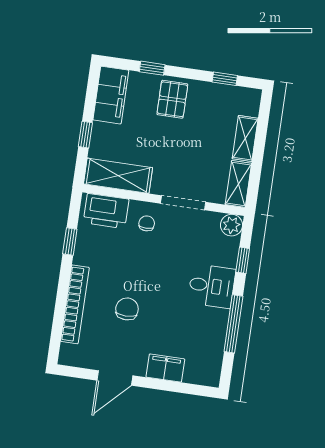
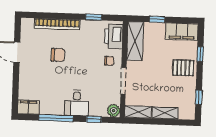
filing cabinet: (165, 368) -> (28, 107), moved, turned -90

